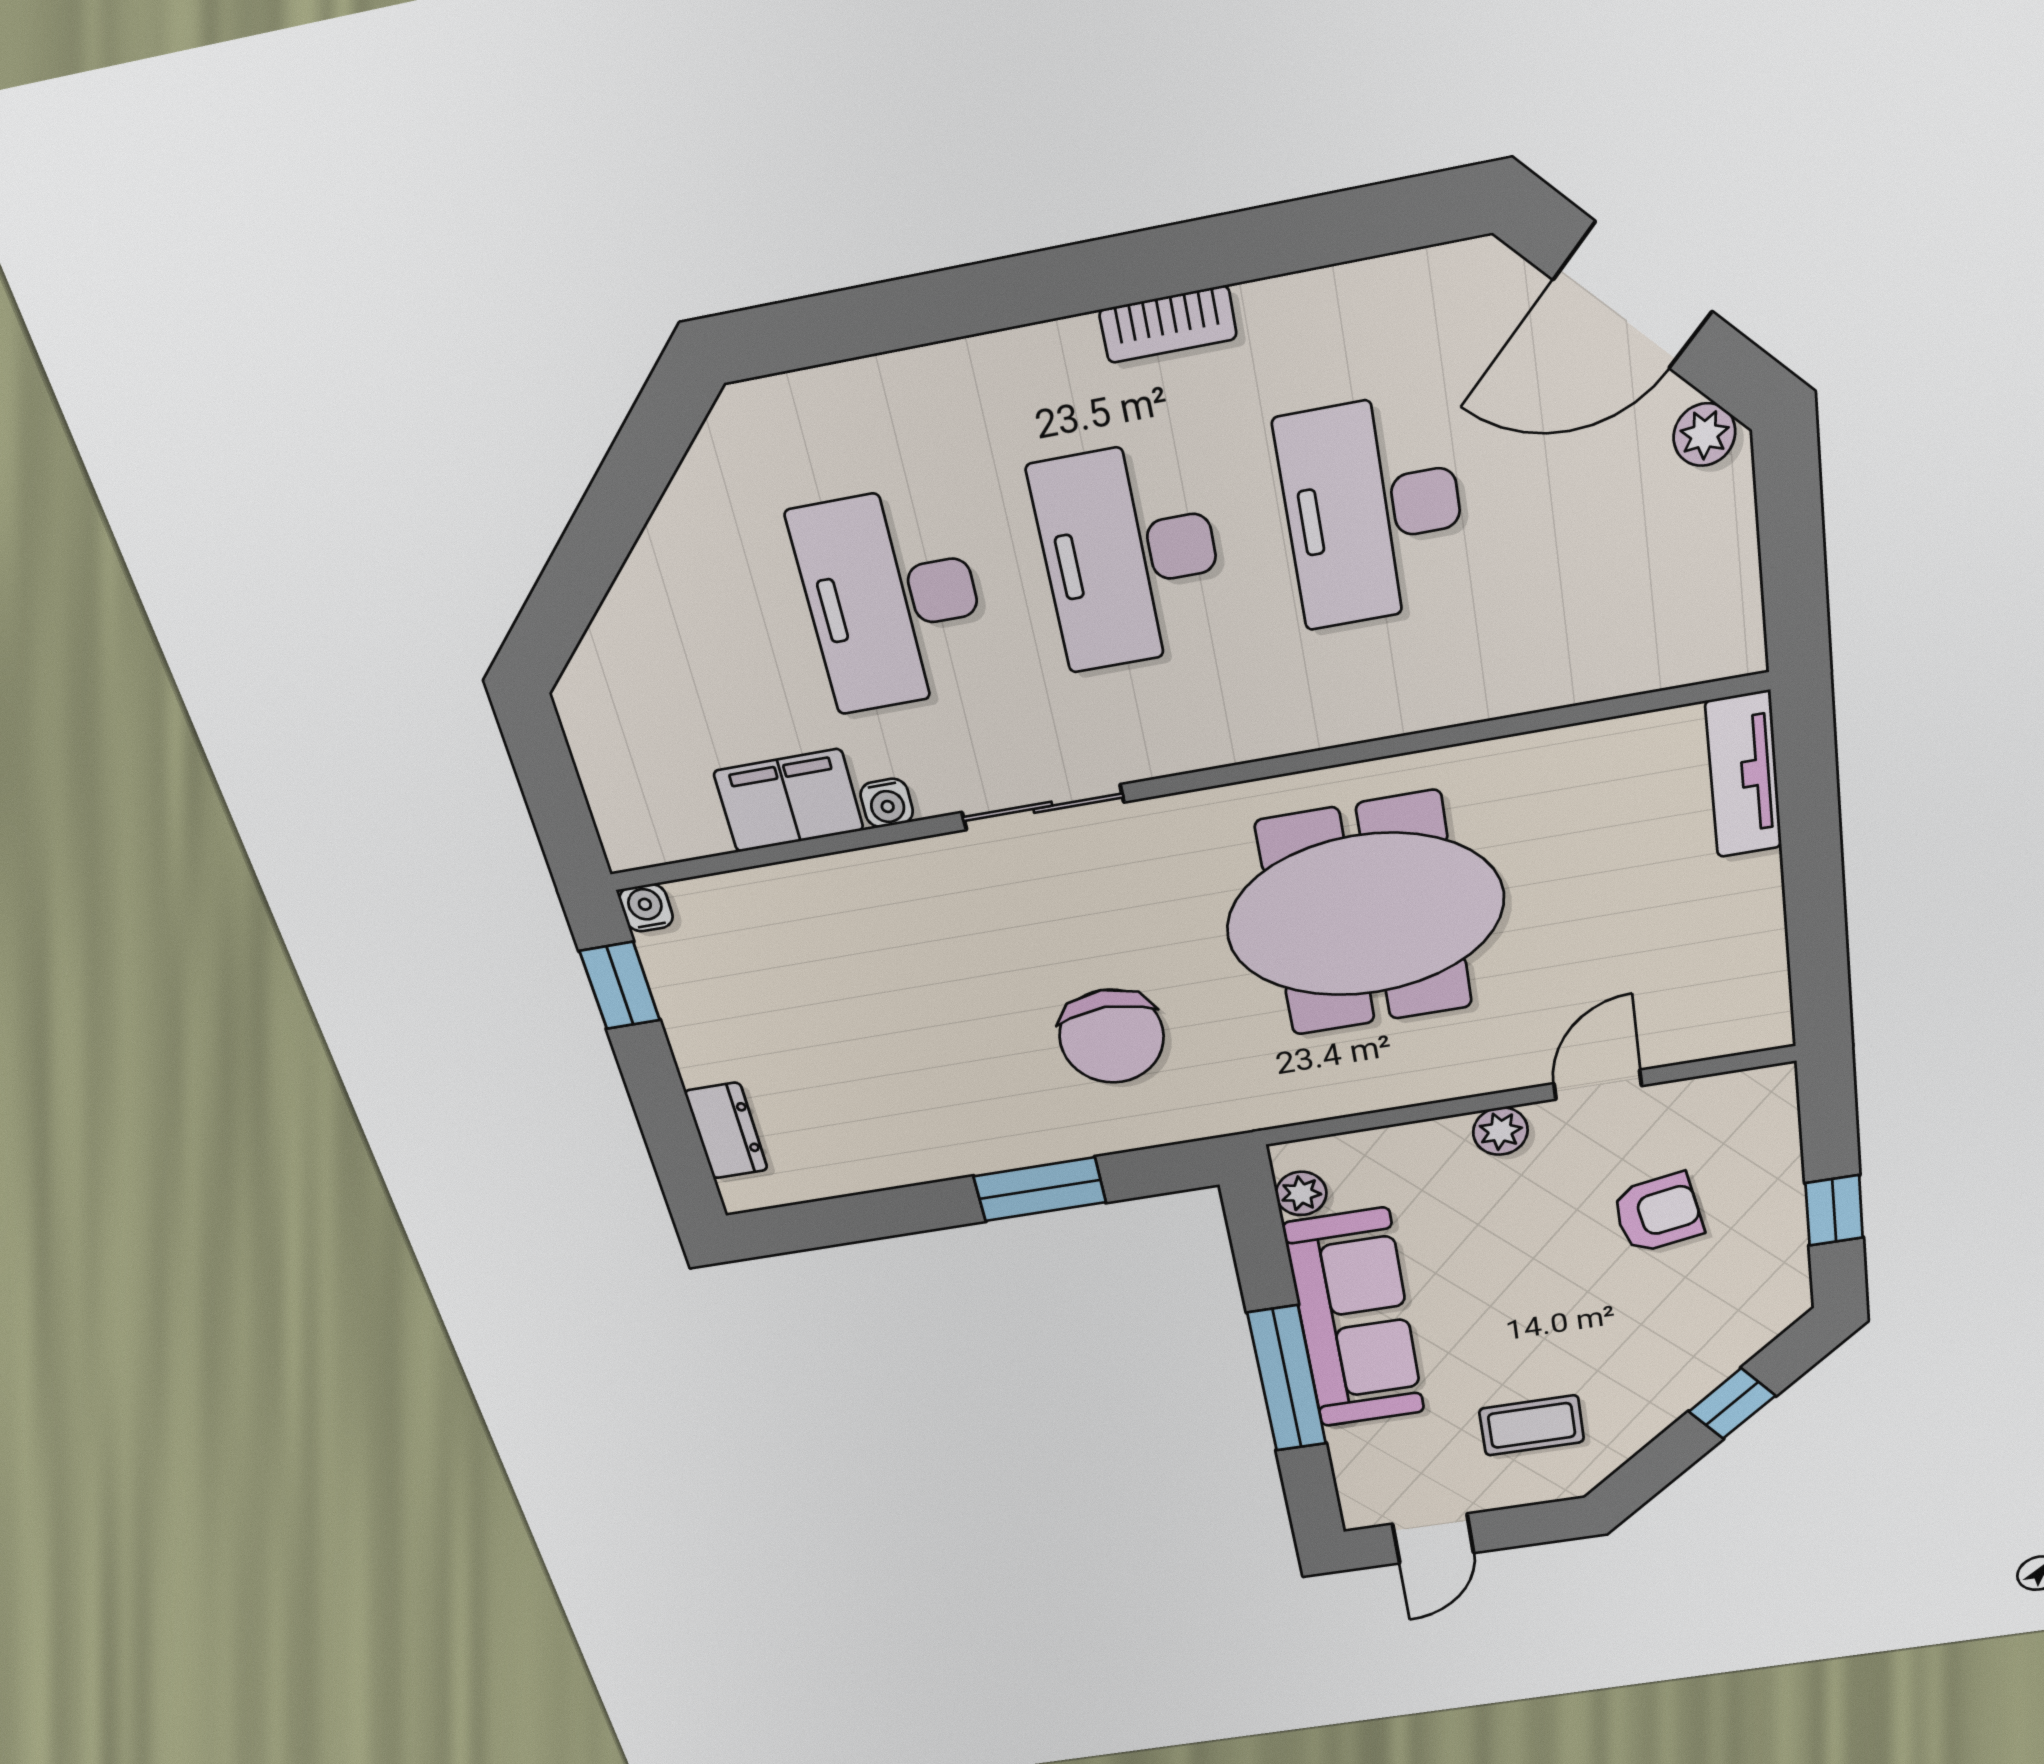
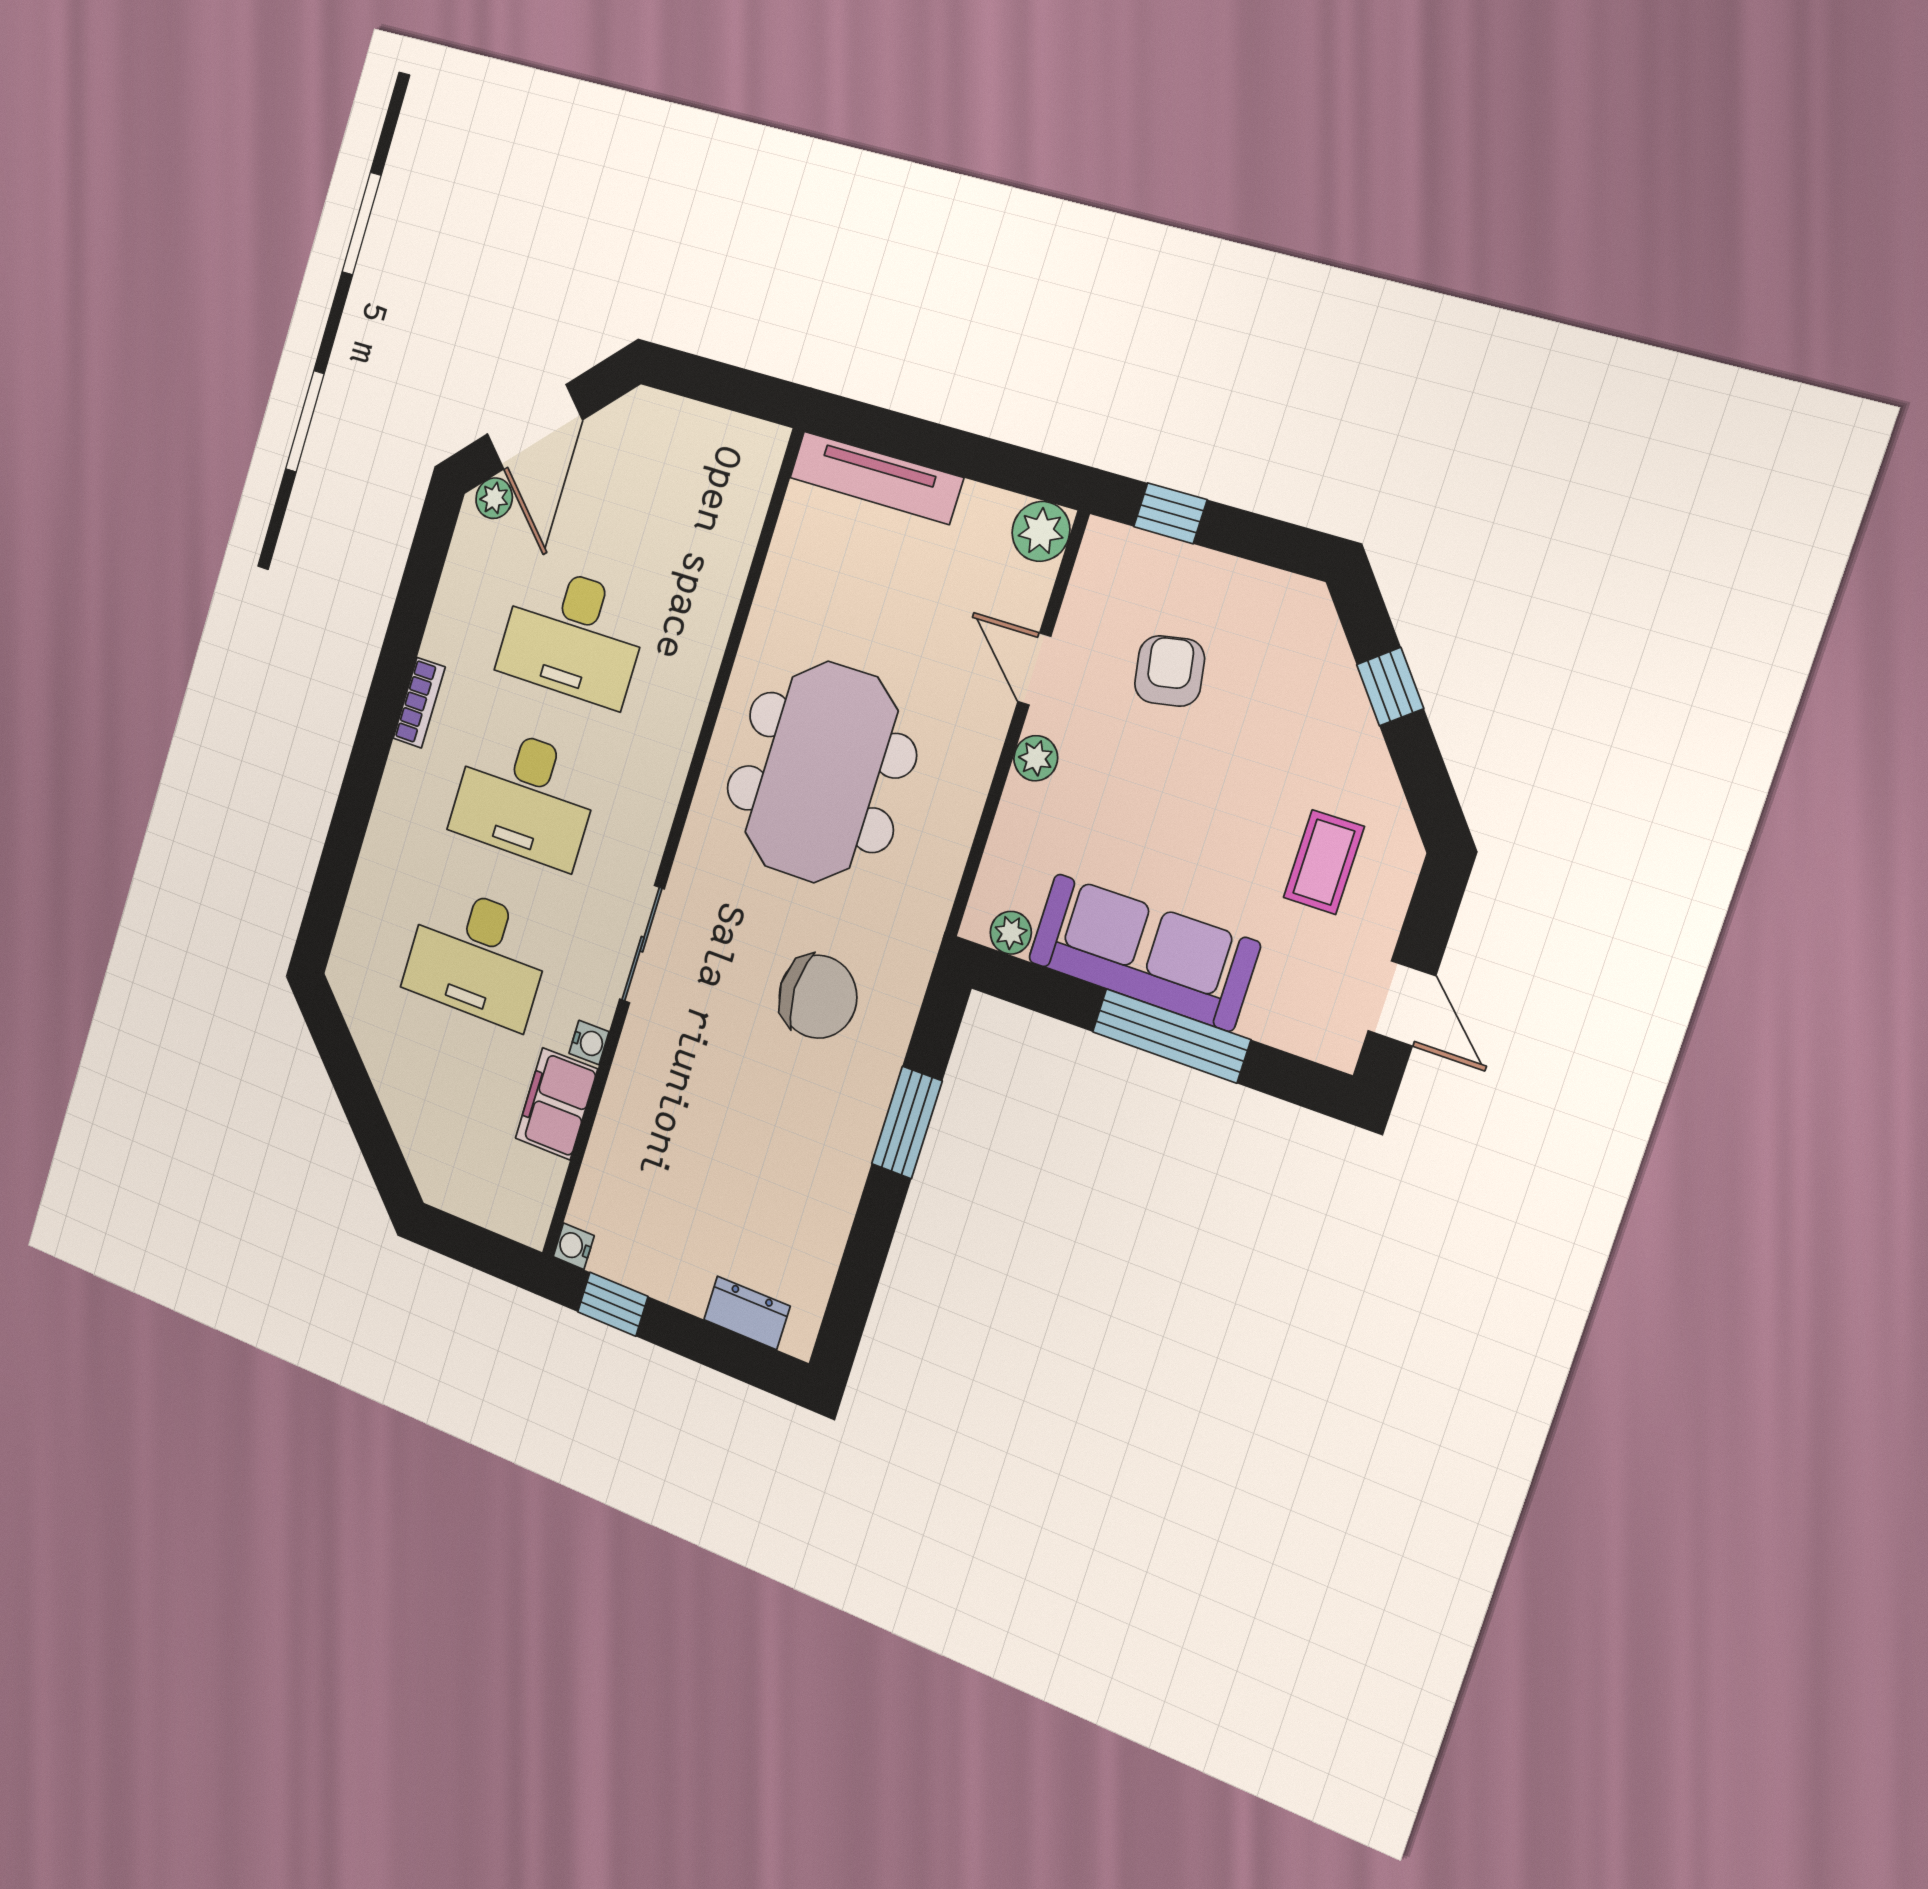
plant: (1704, 435) -> (494, 498), moved
tv unit: (1744, 775) -> (876, 478), width x1.41
plant: (1756, 1020) -> (1041, 531), added
window: (1834, 1210) -> (1170, 513), moved

